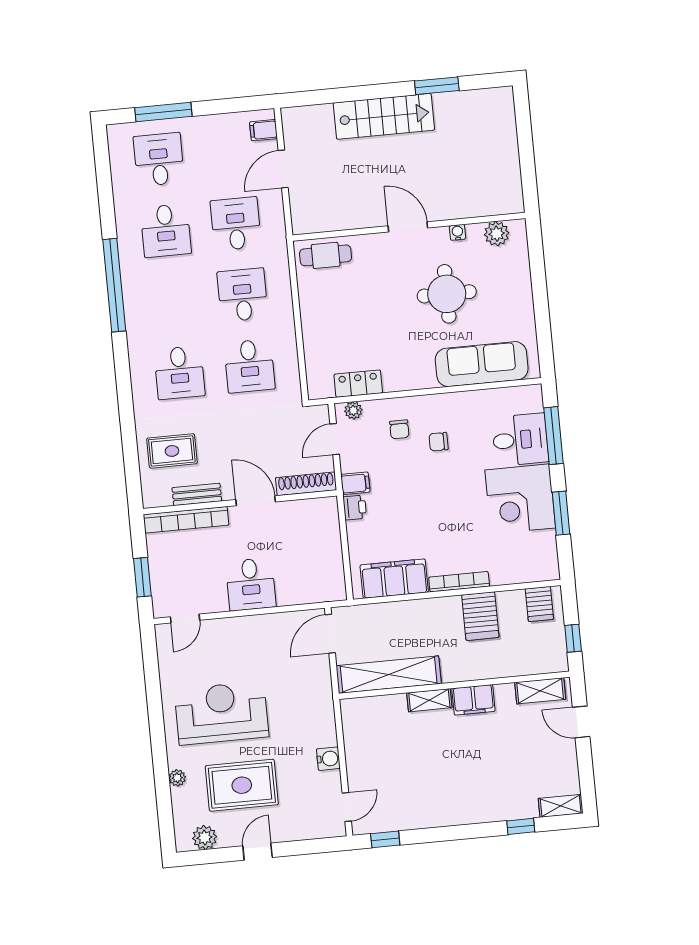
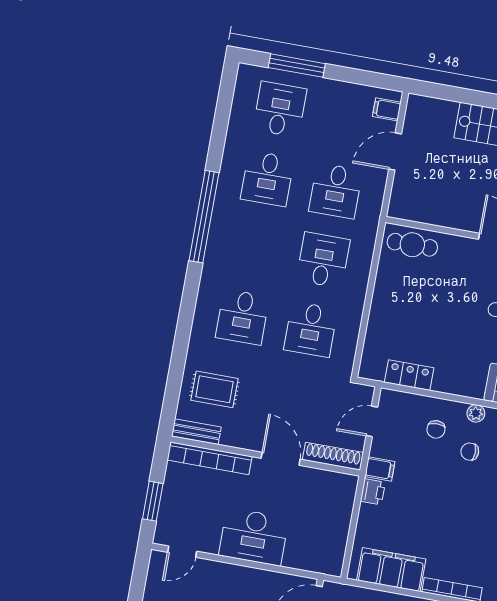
desk: (236, 224) -> (336, 191), turned 180
plant: (353, 411) -> (476, 413), moved
bench: (197, 494) -> (196, 432), moved
desk: (251, 584) -> (254, 537), width x1.37

